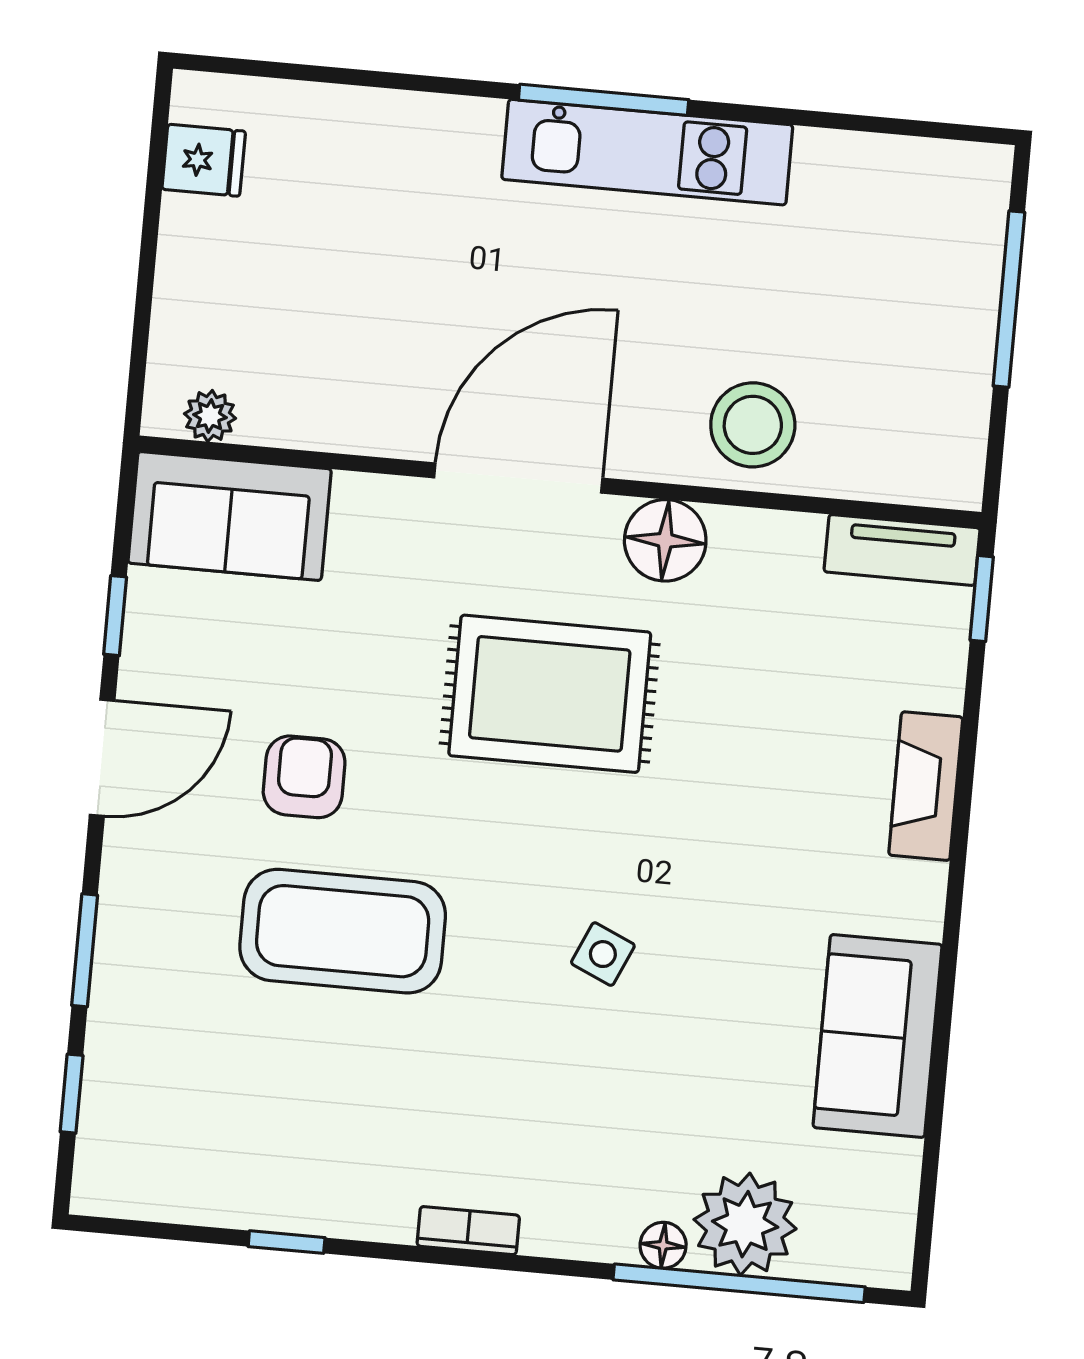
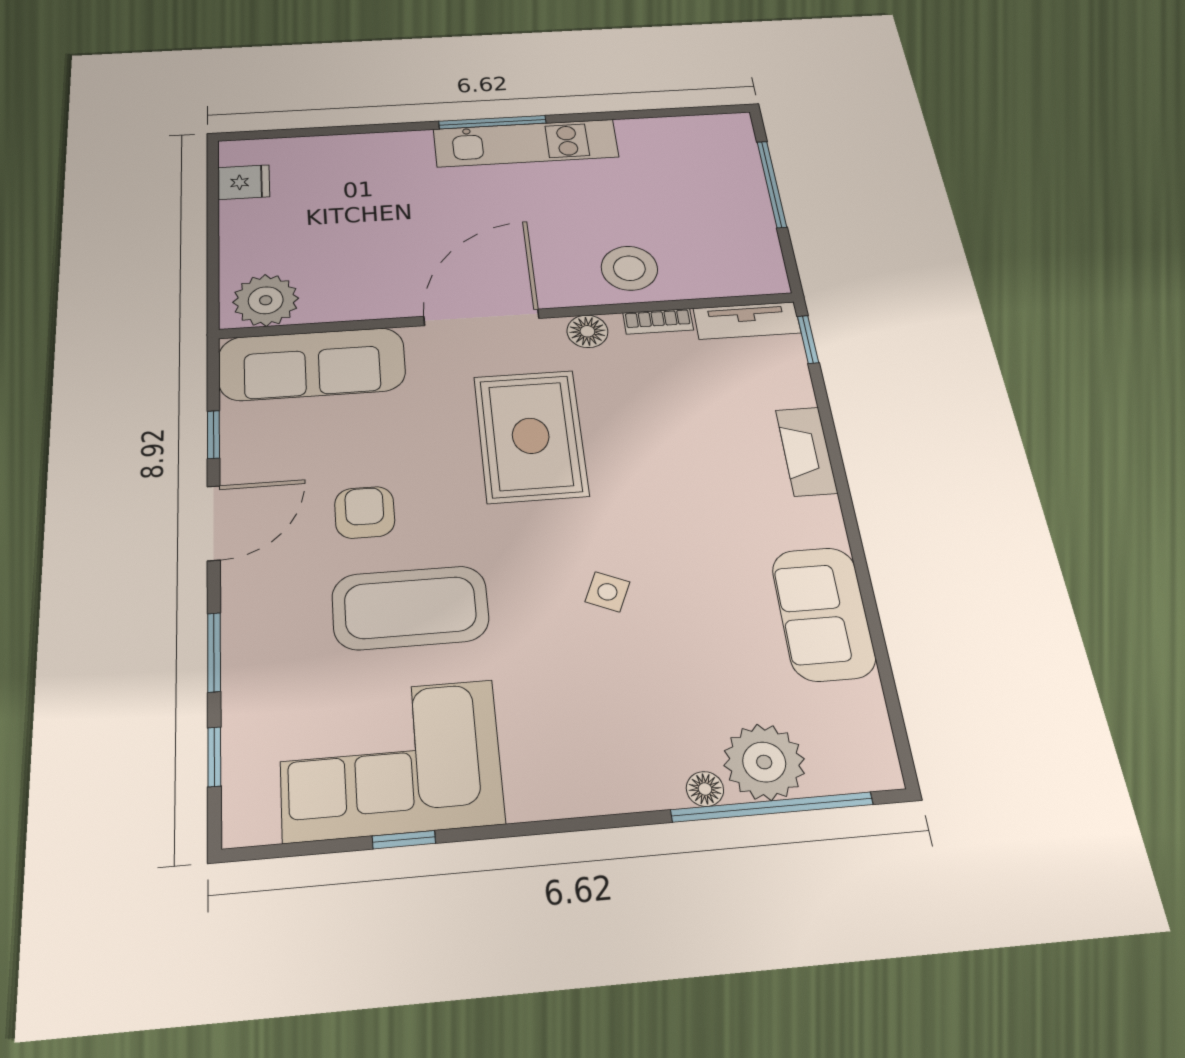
plant: (210, 416) -> (266, 300), width x1.87, depth x1.87
sofa: (230, 516) -> (312, 364), width x1.36
floor lamp: (665, 540) -> (587, 331), width x0.73, depth x0.73
rug: (550, 694) -> (531, 436), turned 90
corner sofa: (285, 1137) -> (390, 760), added
bookcase: (468, 1231) -> (658, 321), moved, turned 180

